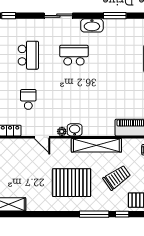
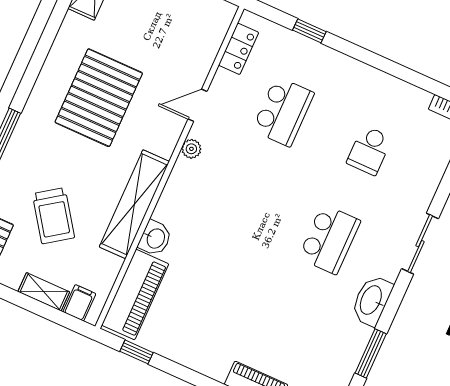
school desk: (28, 55) -> (369, 150), width x0.54
school desk: (28, 99) -> (283, 112), width x1.85
washbasin: (75, 130) -> (155, 238), moved
pallet: (72, 183) -> (99, 98), moved

